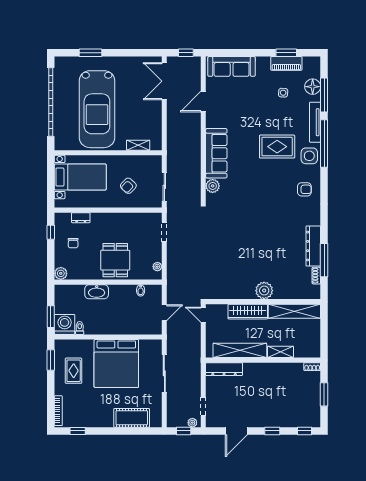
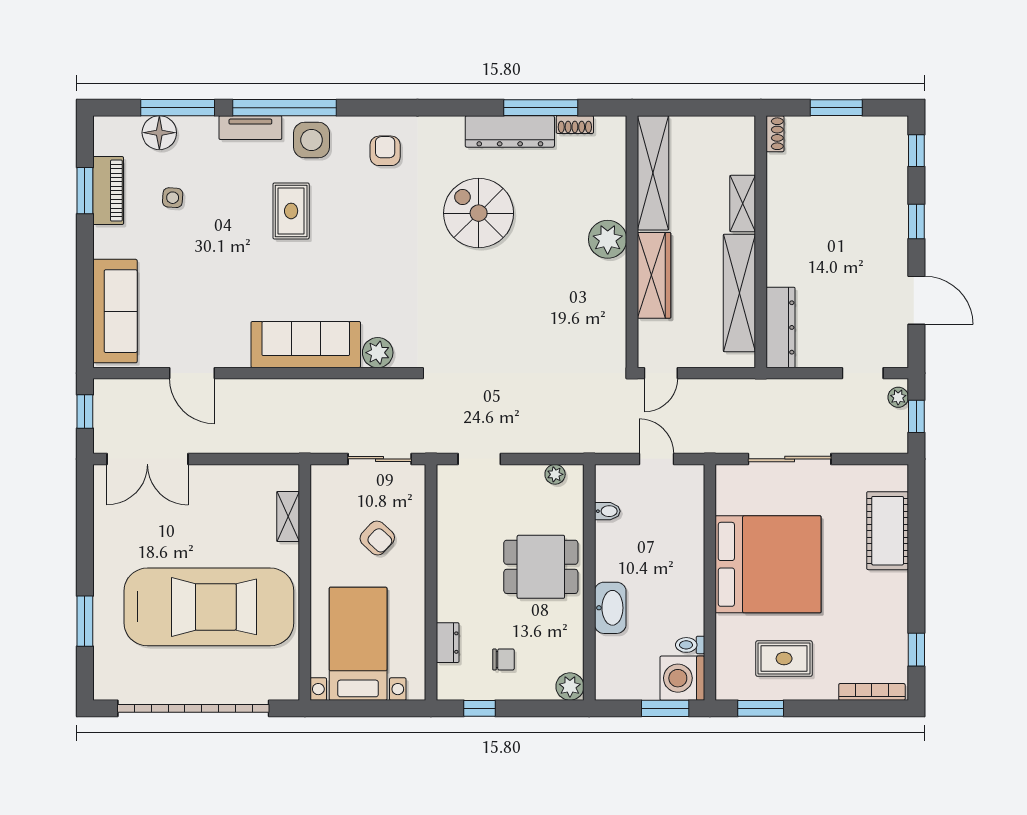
tv unit: (315, 122) -> (250, 128), width x0.71
rug: (277, 147) -> (291, 211), width x0.73, depth x0.70
spiral stairs: (276, 232) -> (479, 213), added

